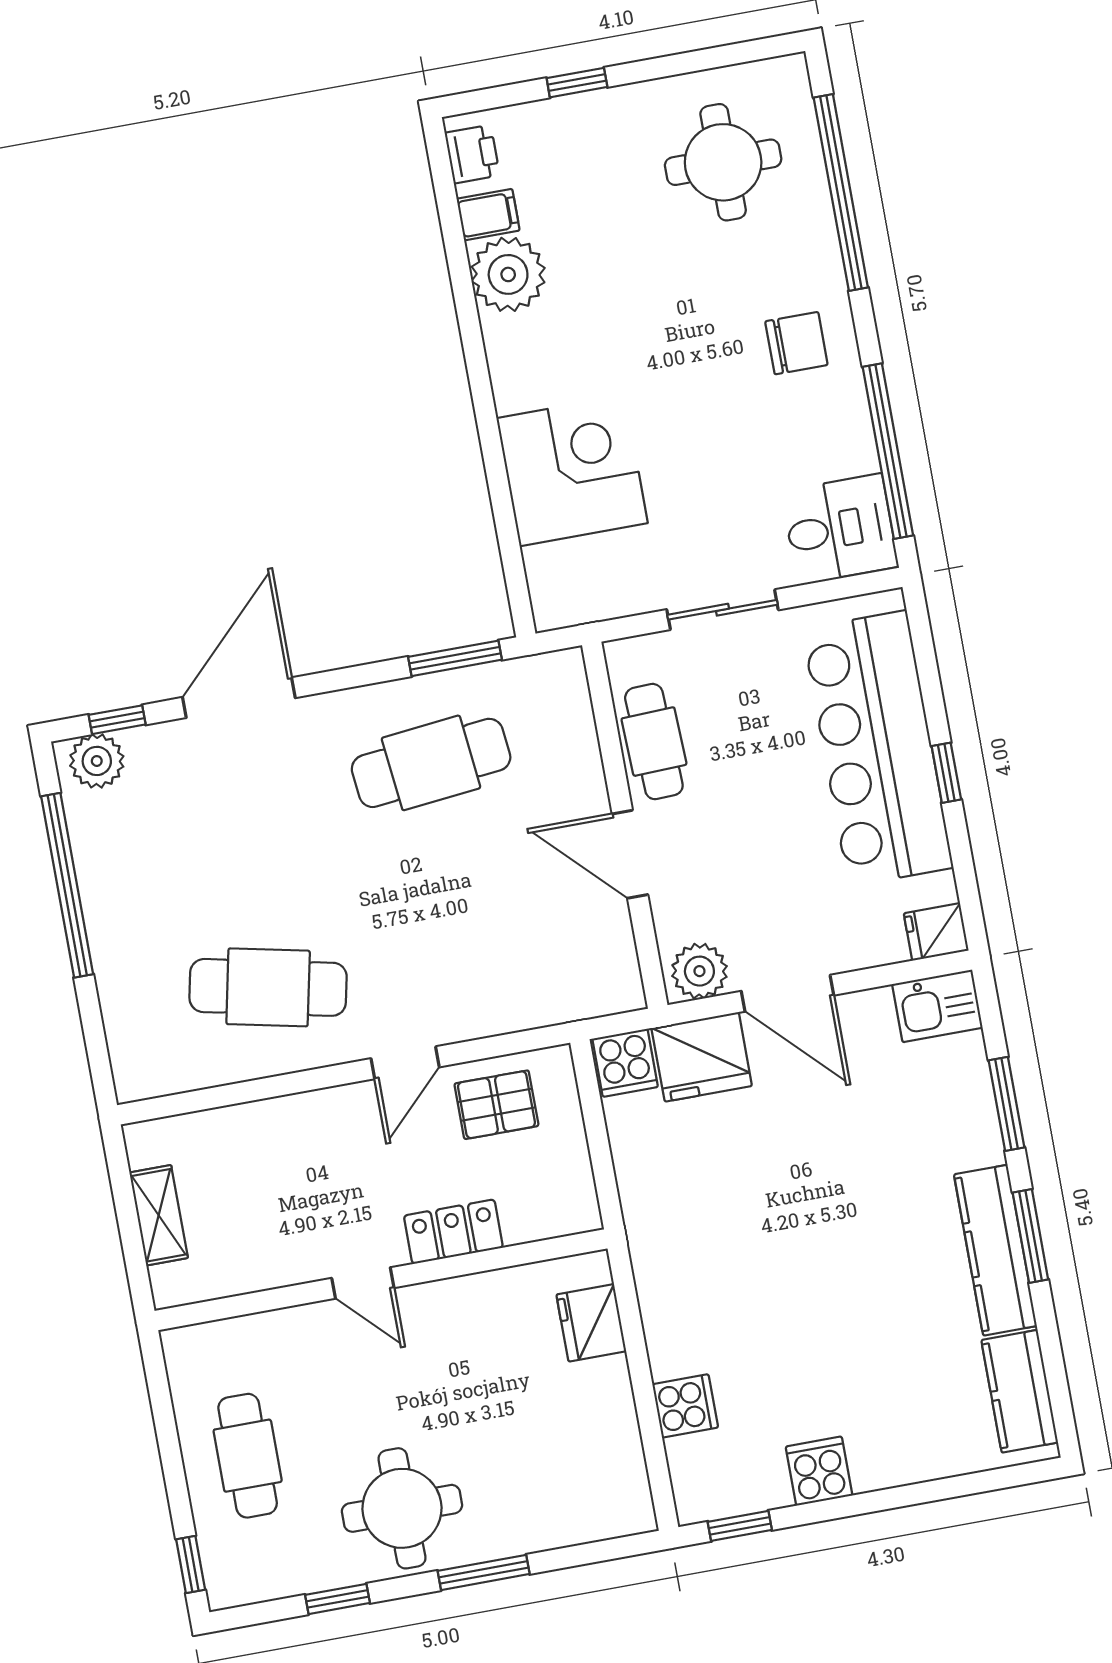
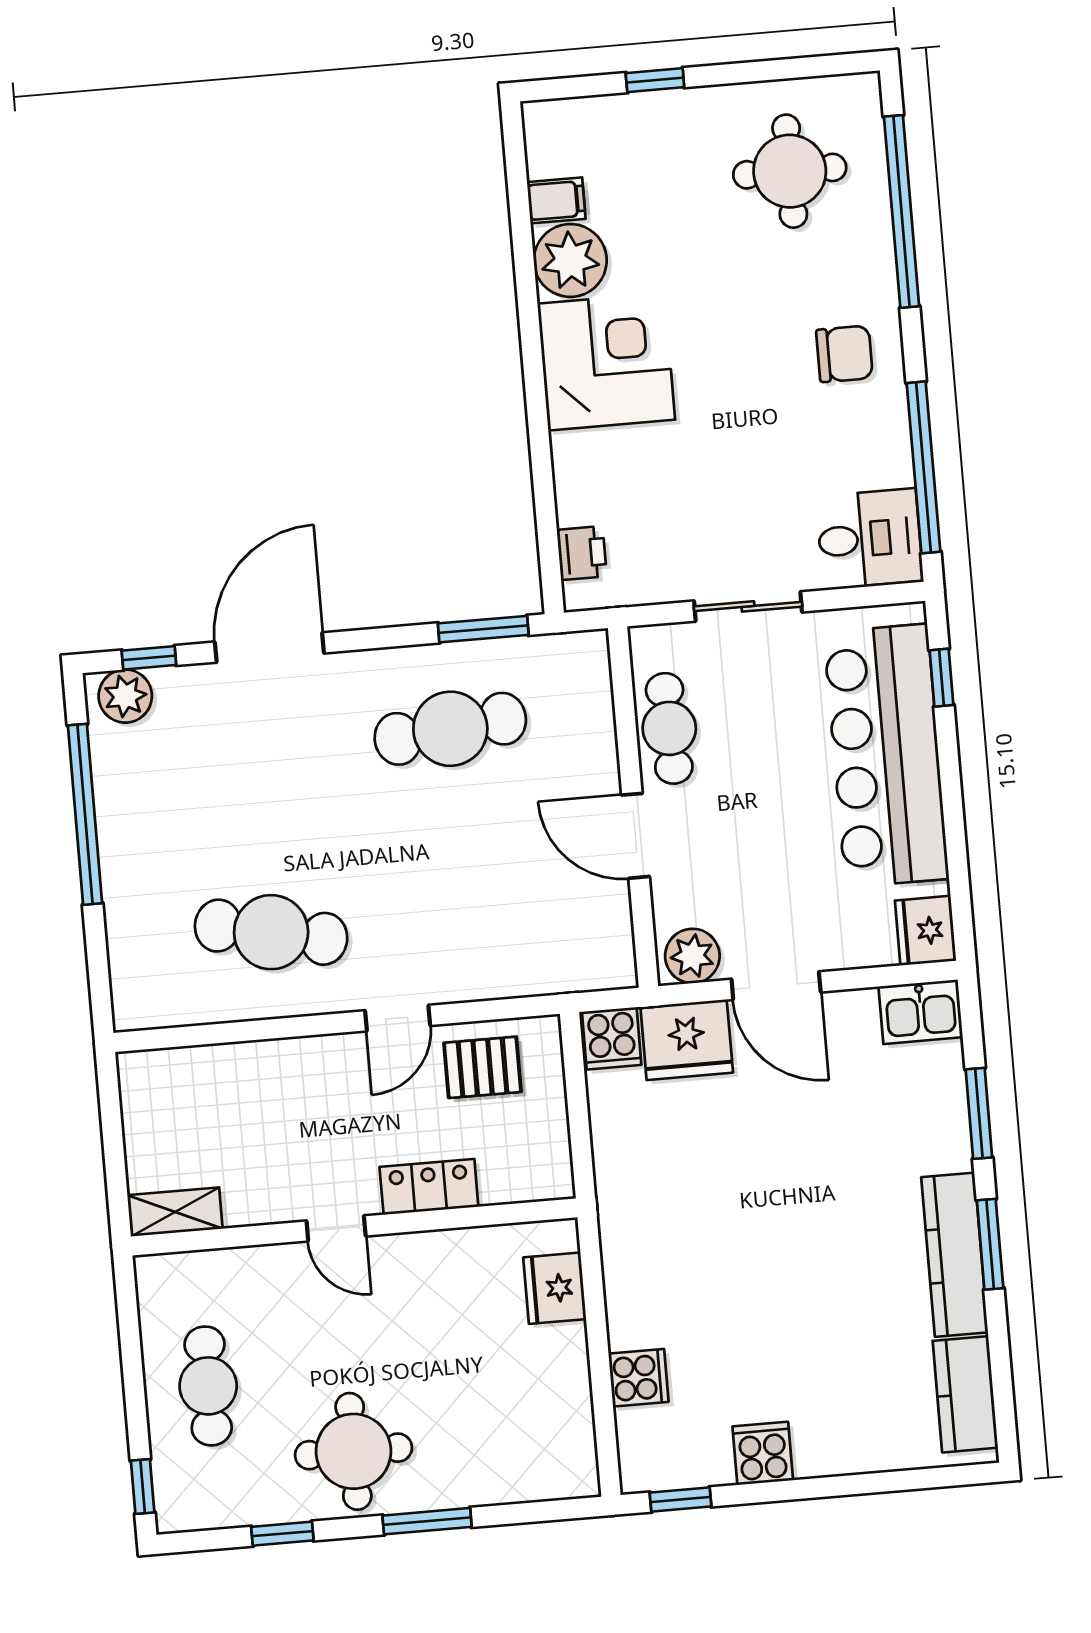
printer: (472, 154) -> (582, 553), moved
corner desk: (572, 471) -> (606, 362), moved
window: (946, 773) -> (942, 678), moved
fridge: (936, 932) -> (926, 931), width x1.38
shelving: (159, 1215) -> (175, 1212), moved, turned 90

